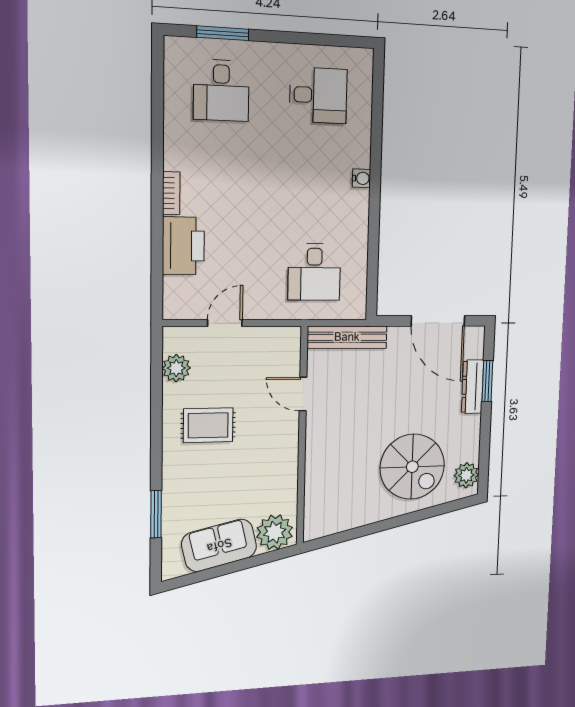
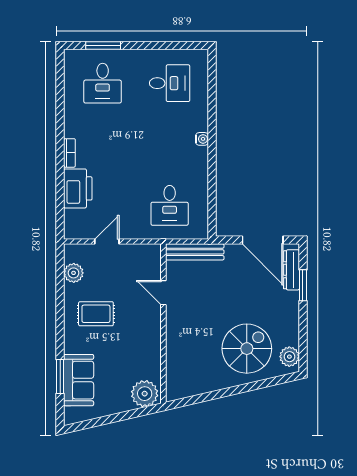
dresser: (473, 387) -> (291, 270), moved
spiral stairs: (412, 467) -> (247, 349), turned -90
sofa: (219, 545) -> (79, 380), moved, turned 103

